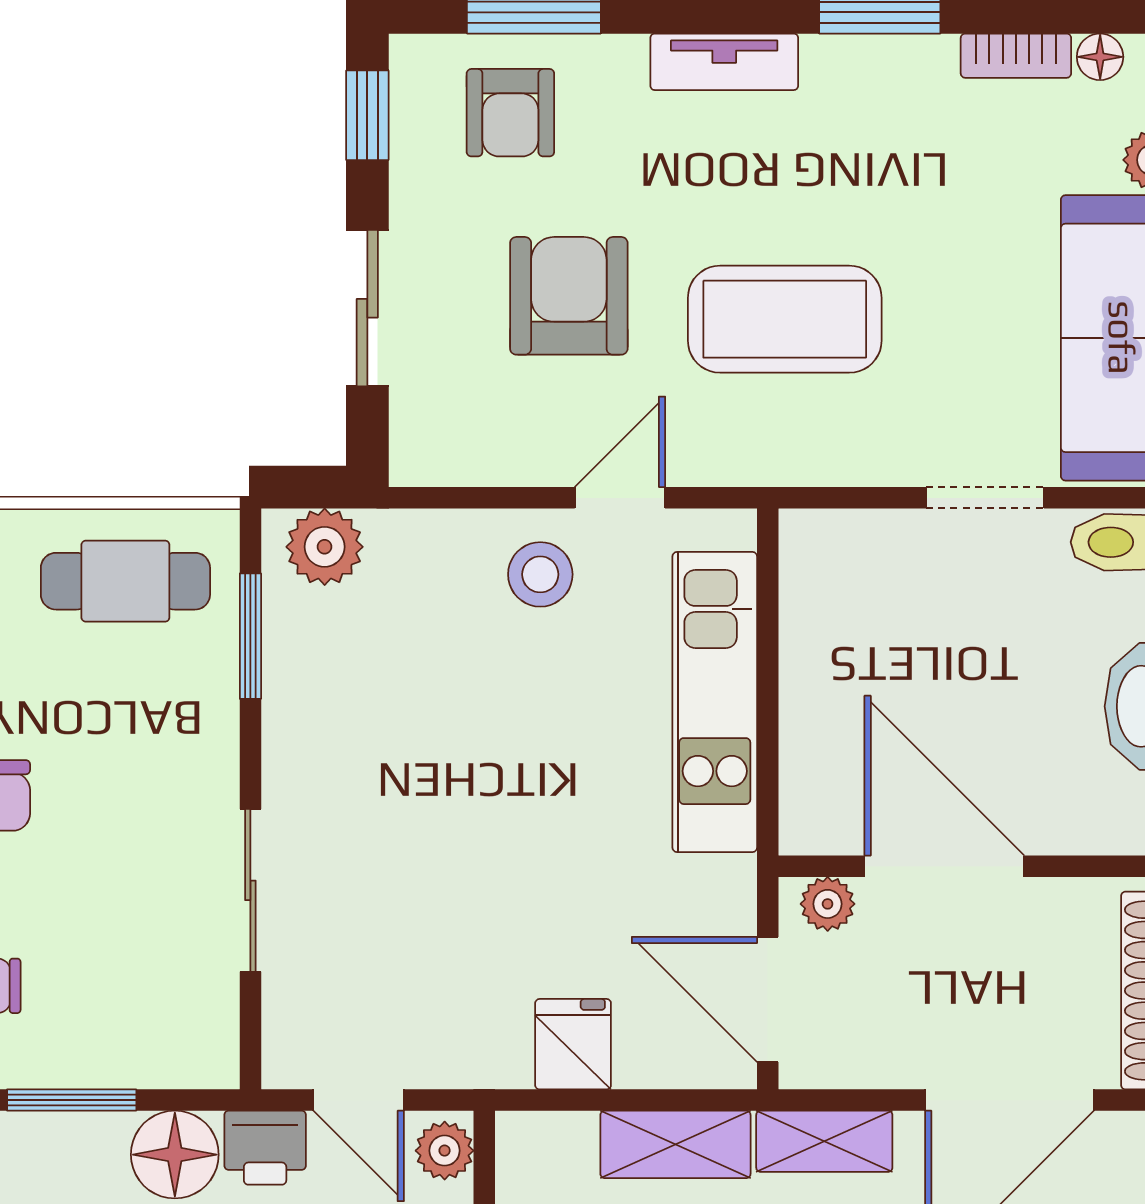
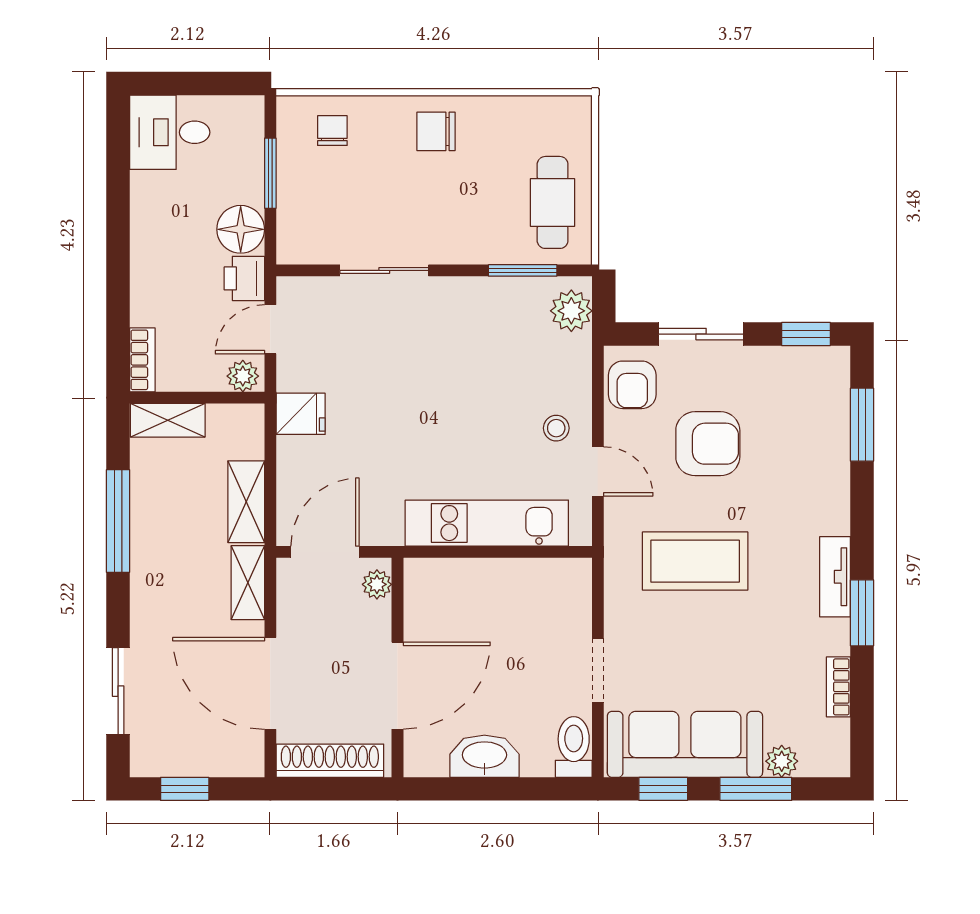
floor lamp: (1100, 57) -> (838, 733), removed
tv unit: (724, 62) -> (835, 577), moved
armchair: (510, 113) -> (632, 385), moved, turned -90
coffee table: (785, 319) -> (695, 561), turned 90
stool: (540, 574) -> (556, 428), width x0.73, depth x0.73
door: (944, 866) -> (397, 686), moved
fridge: (573, 1044) -> (301, 414), moved

